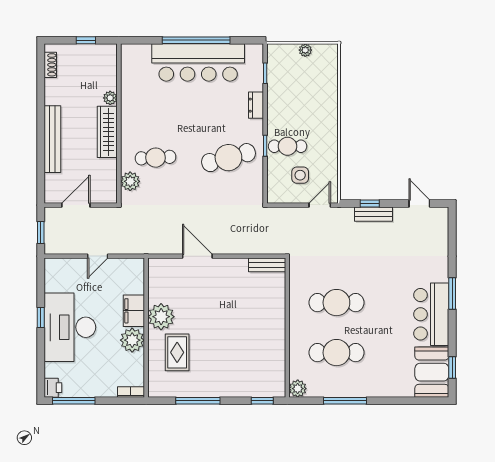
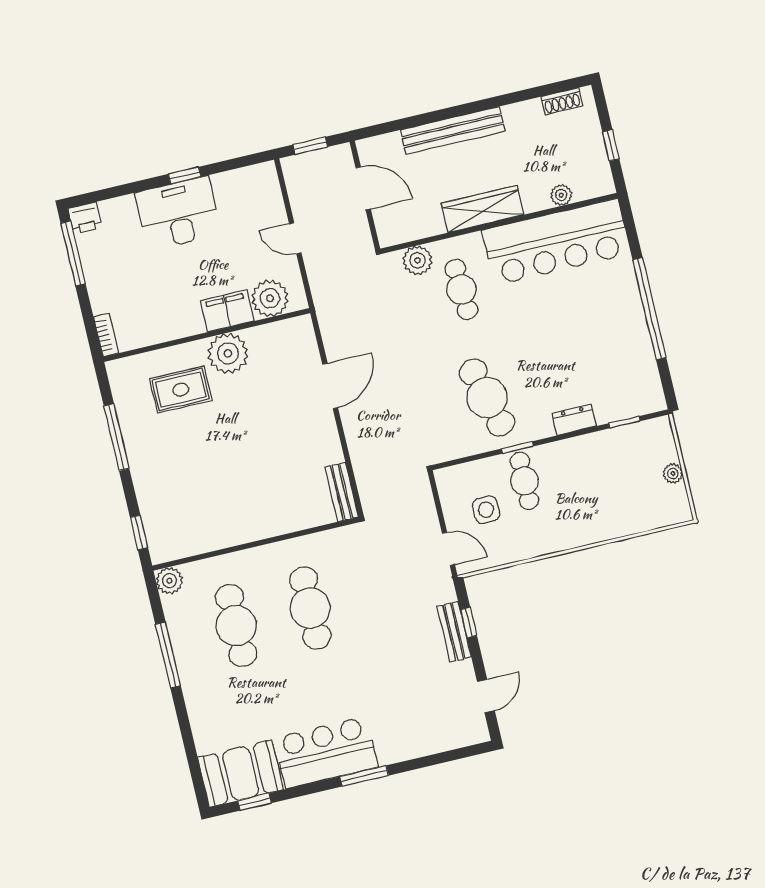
bar counter: (198, 62) -> (556, 242), moved, turned -90
plant: (110, 98) -> (561, 195), moved
desk: (70, 327) -> (178, 213), width x0.73, depth x0.77
plant: (132, 340) -> (270, 298), moved

